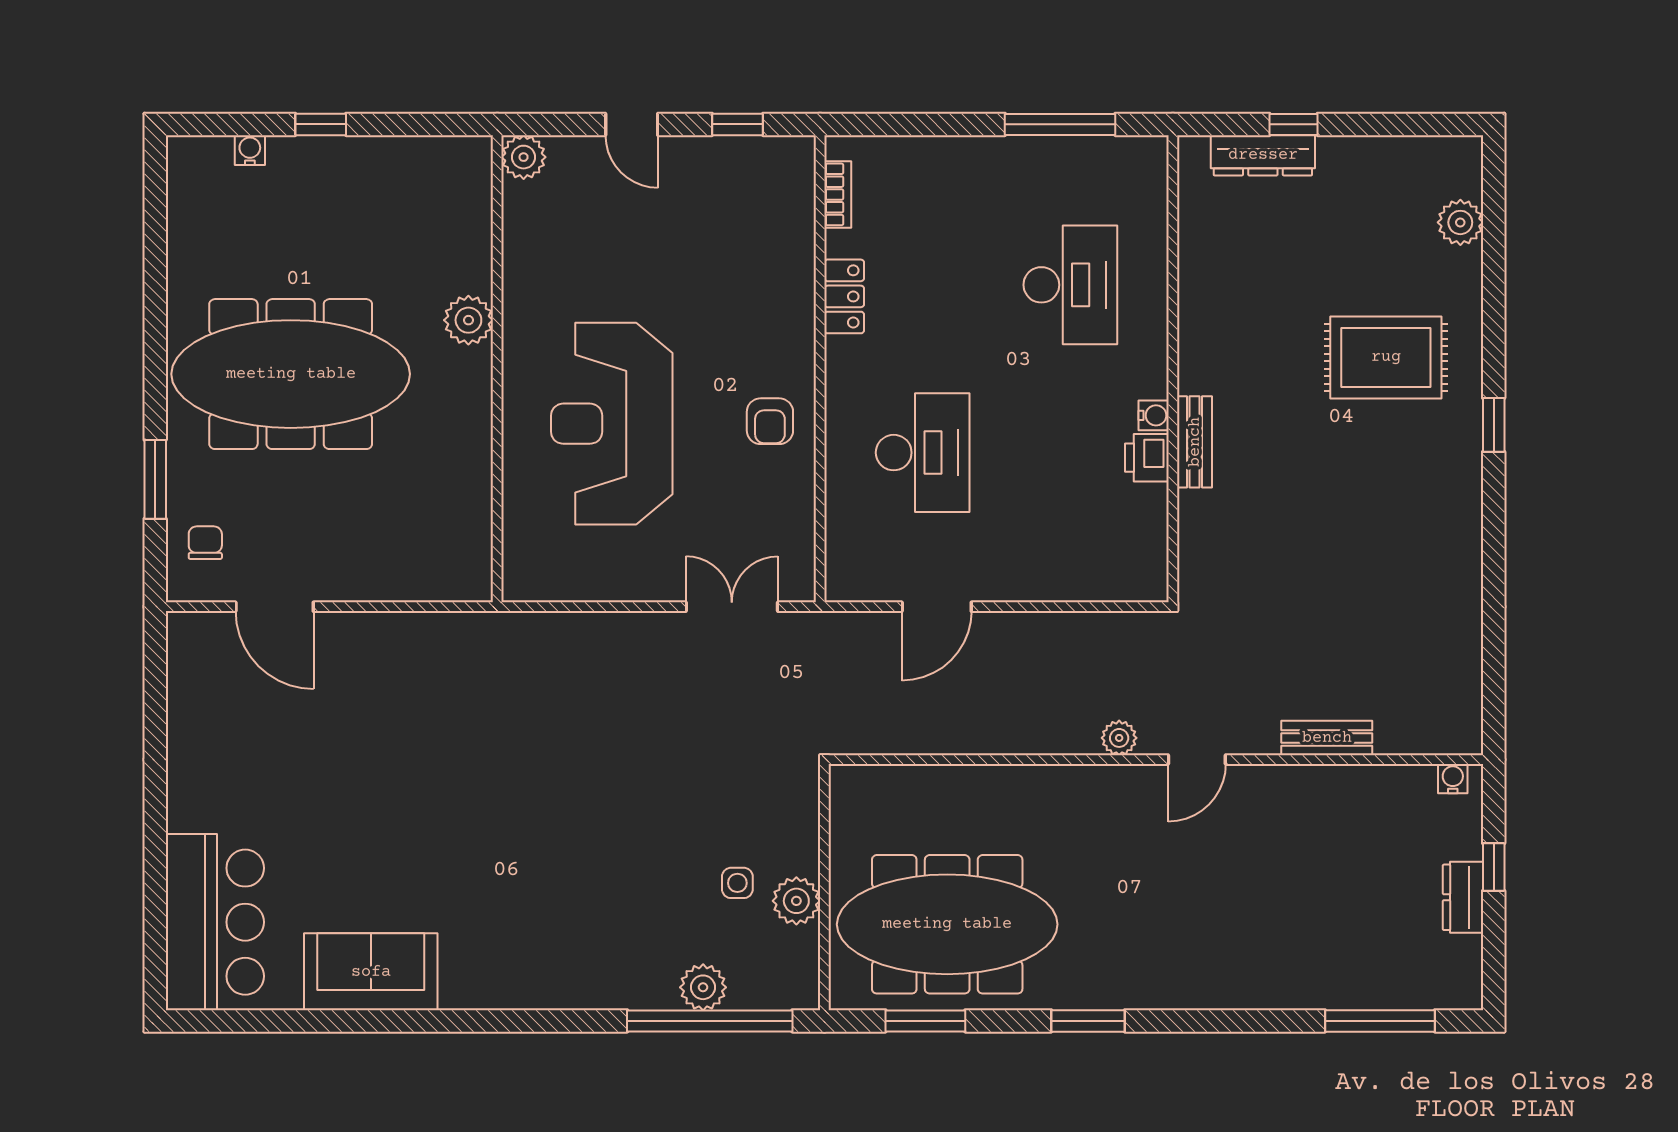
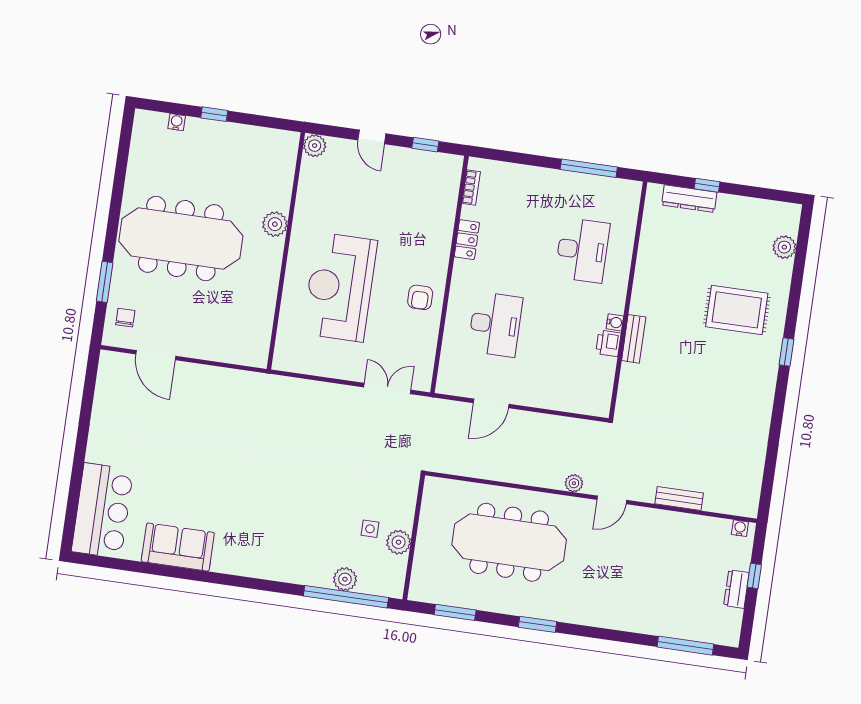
meeting table: (947, 924) -> (509, 542), moved

